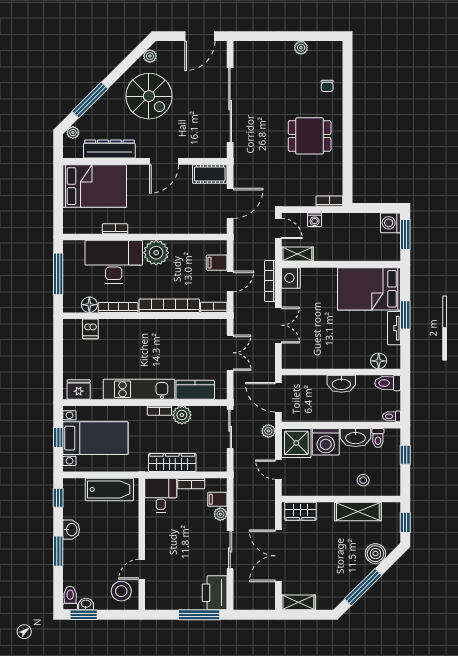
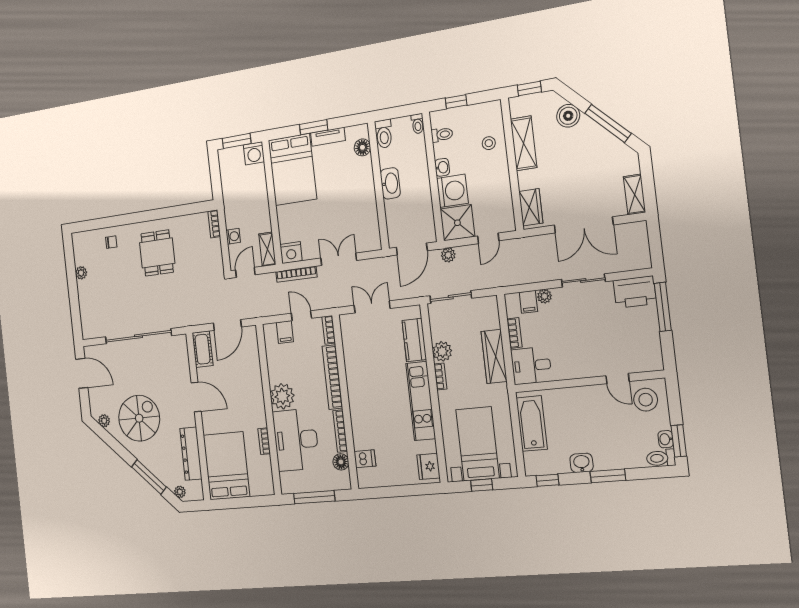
door: (230, 203) -> (227, 325), swing flipped
washing machine: (391, 223) -> (254, 153), moved
washbasin: (356, 438) -> (442, 167), width x0.52, depth x0.69

